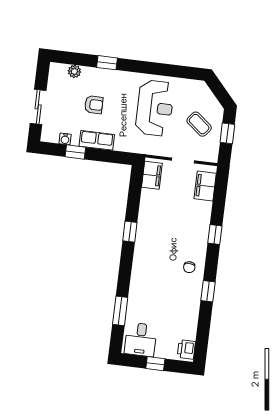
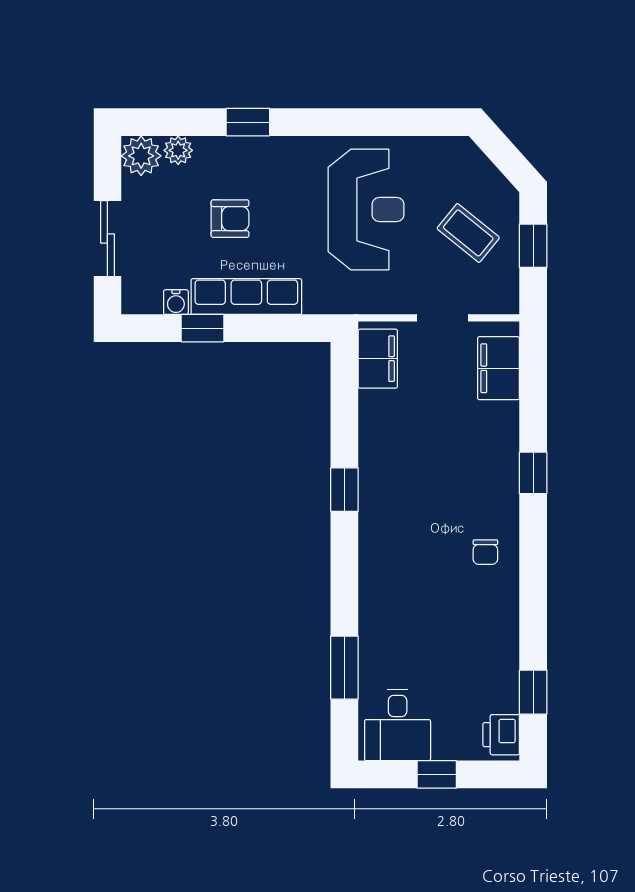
plant: (58, 72) -> (141, 156), added
row of seats: (97, 140) -> (246, 297), width x1.48
window: (208, 291) -> (533, 692), moved

